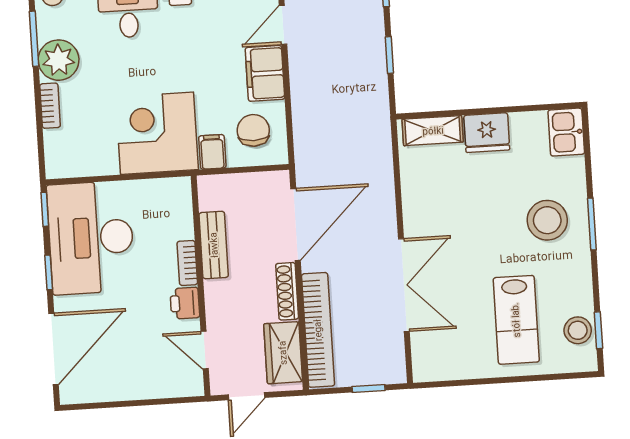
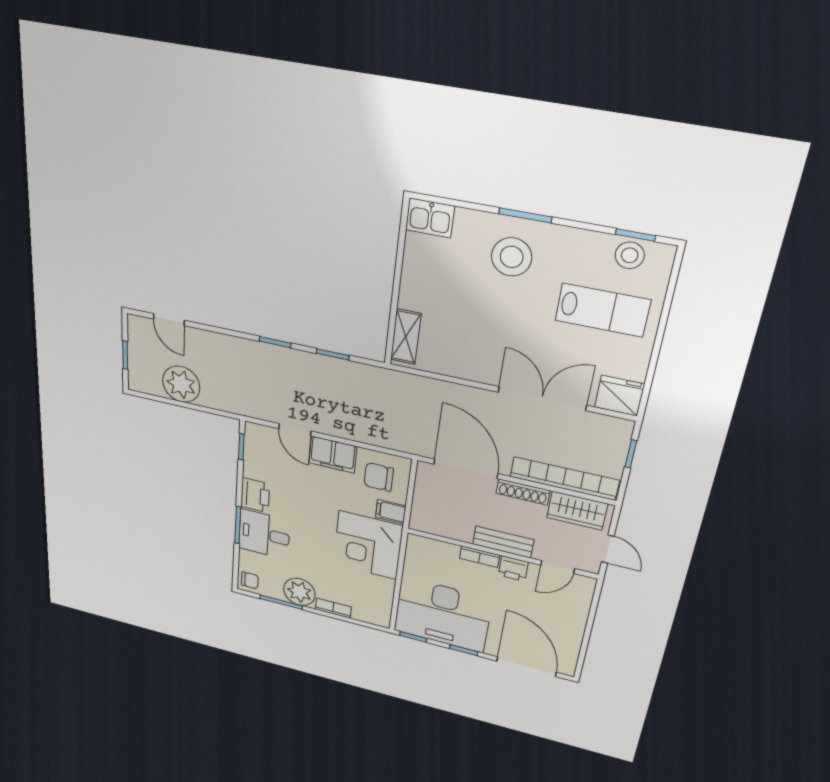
fridge: (487, 133) -> (619, 396), moved, turned -90
bench: (214, 245) -> (503, 542), moved

